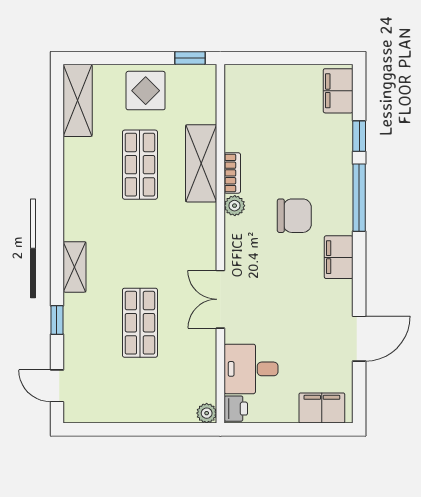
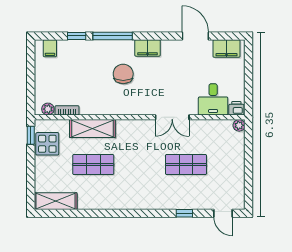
display table: (146, 91) -> (47, 144), moved
filing cabinet: (338, 91) -> (50, 48), width x0.50
bookcase: (232, 173) -> (67, 110), moved
plant: (235, 206) -> (48, 109), moved
shelving: (75, 267) -> (153, 203), removed
door: (57, 386) -> (223, 213), hinge flipped
filing cabinet: (322, 408) -> (226, 48), moved, turned -90

